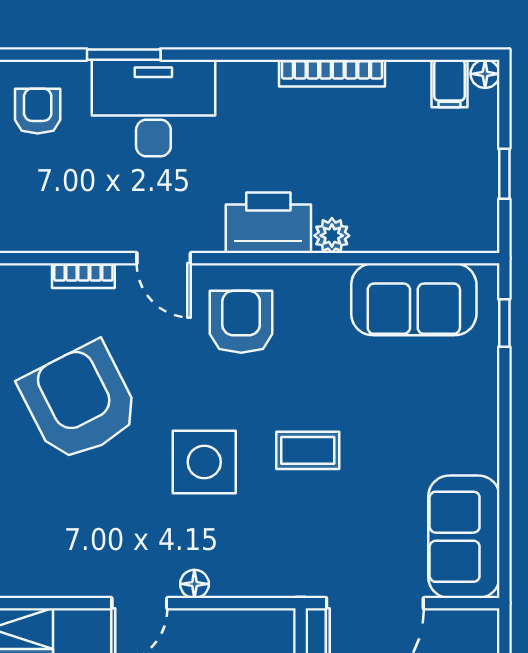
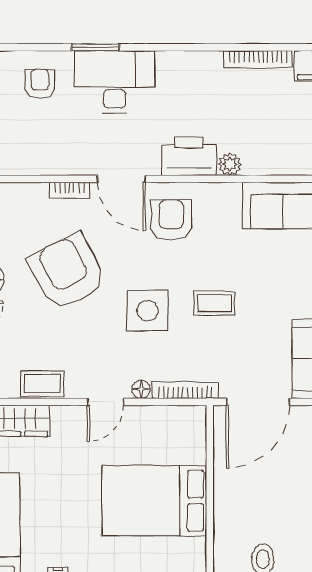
bookcase: (332, 73) -> (258, 59), moved
door: (164, 258) -> (121, 179), width x1.38
coffee table: (41, 575) -> (42, 383), added
bookcase: (263, 585) -> (185, 390), added

